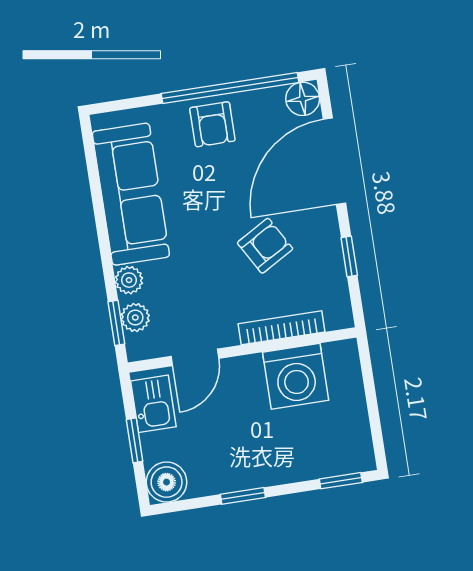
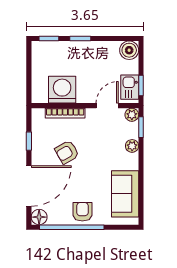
sofa: (131, 194) -> (125, 194), width x0.73
plant: (135, 317) -> (132, 115), moved
window: (135, 440) -> (141, 85), moved
window: (243, 496) -> (80, 38), moved

